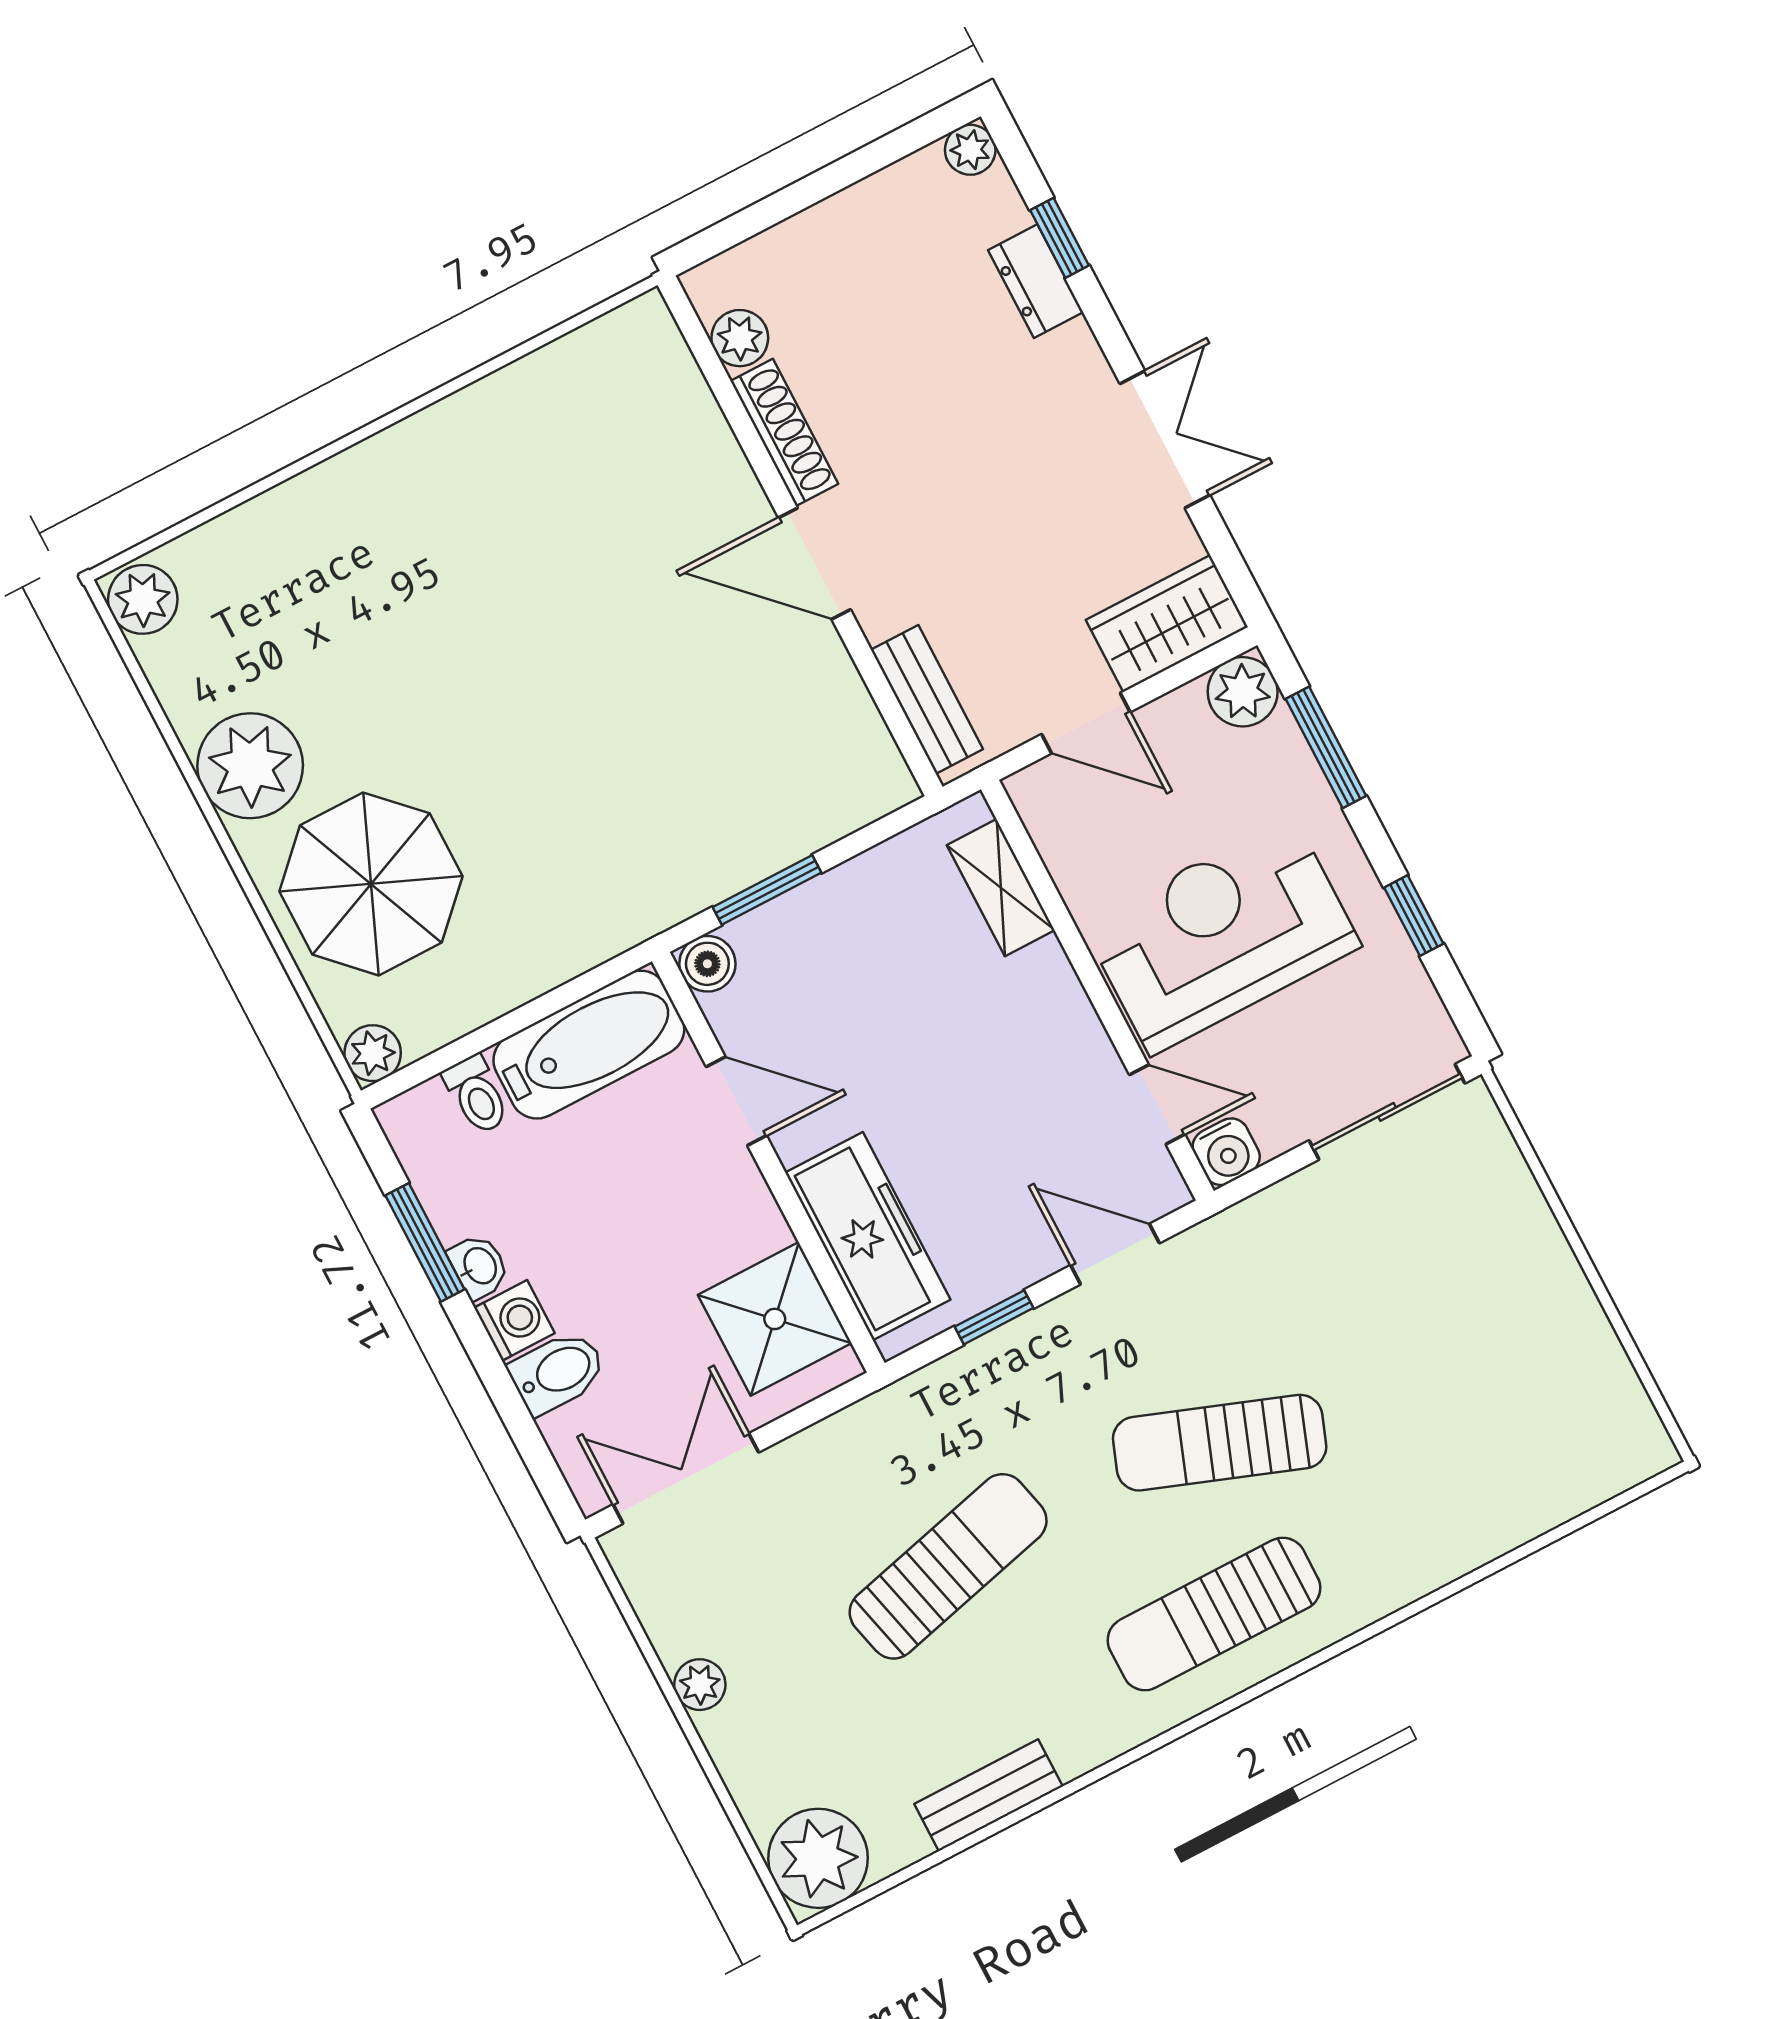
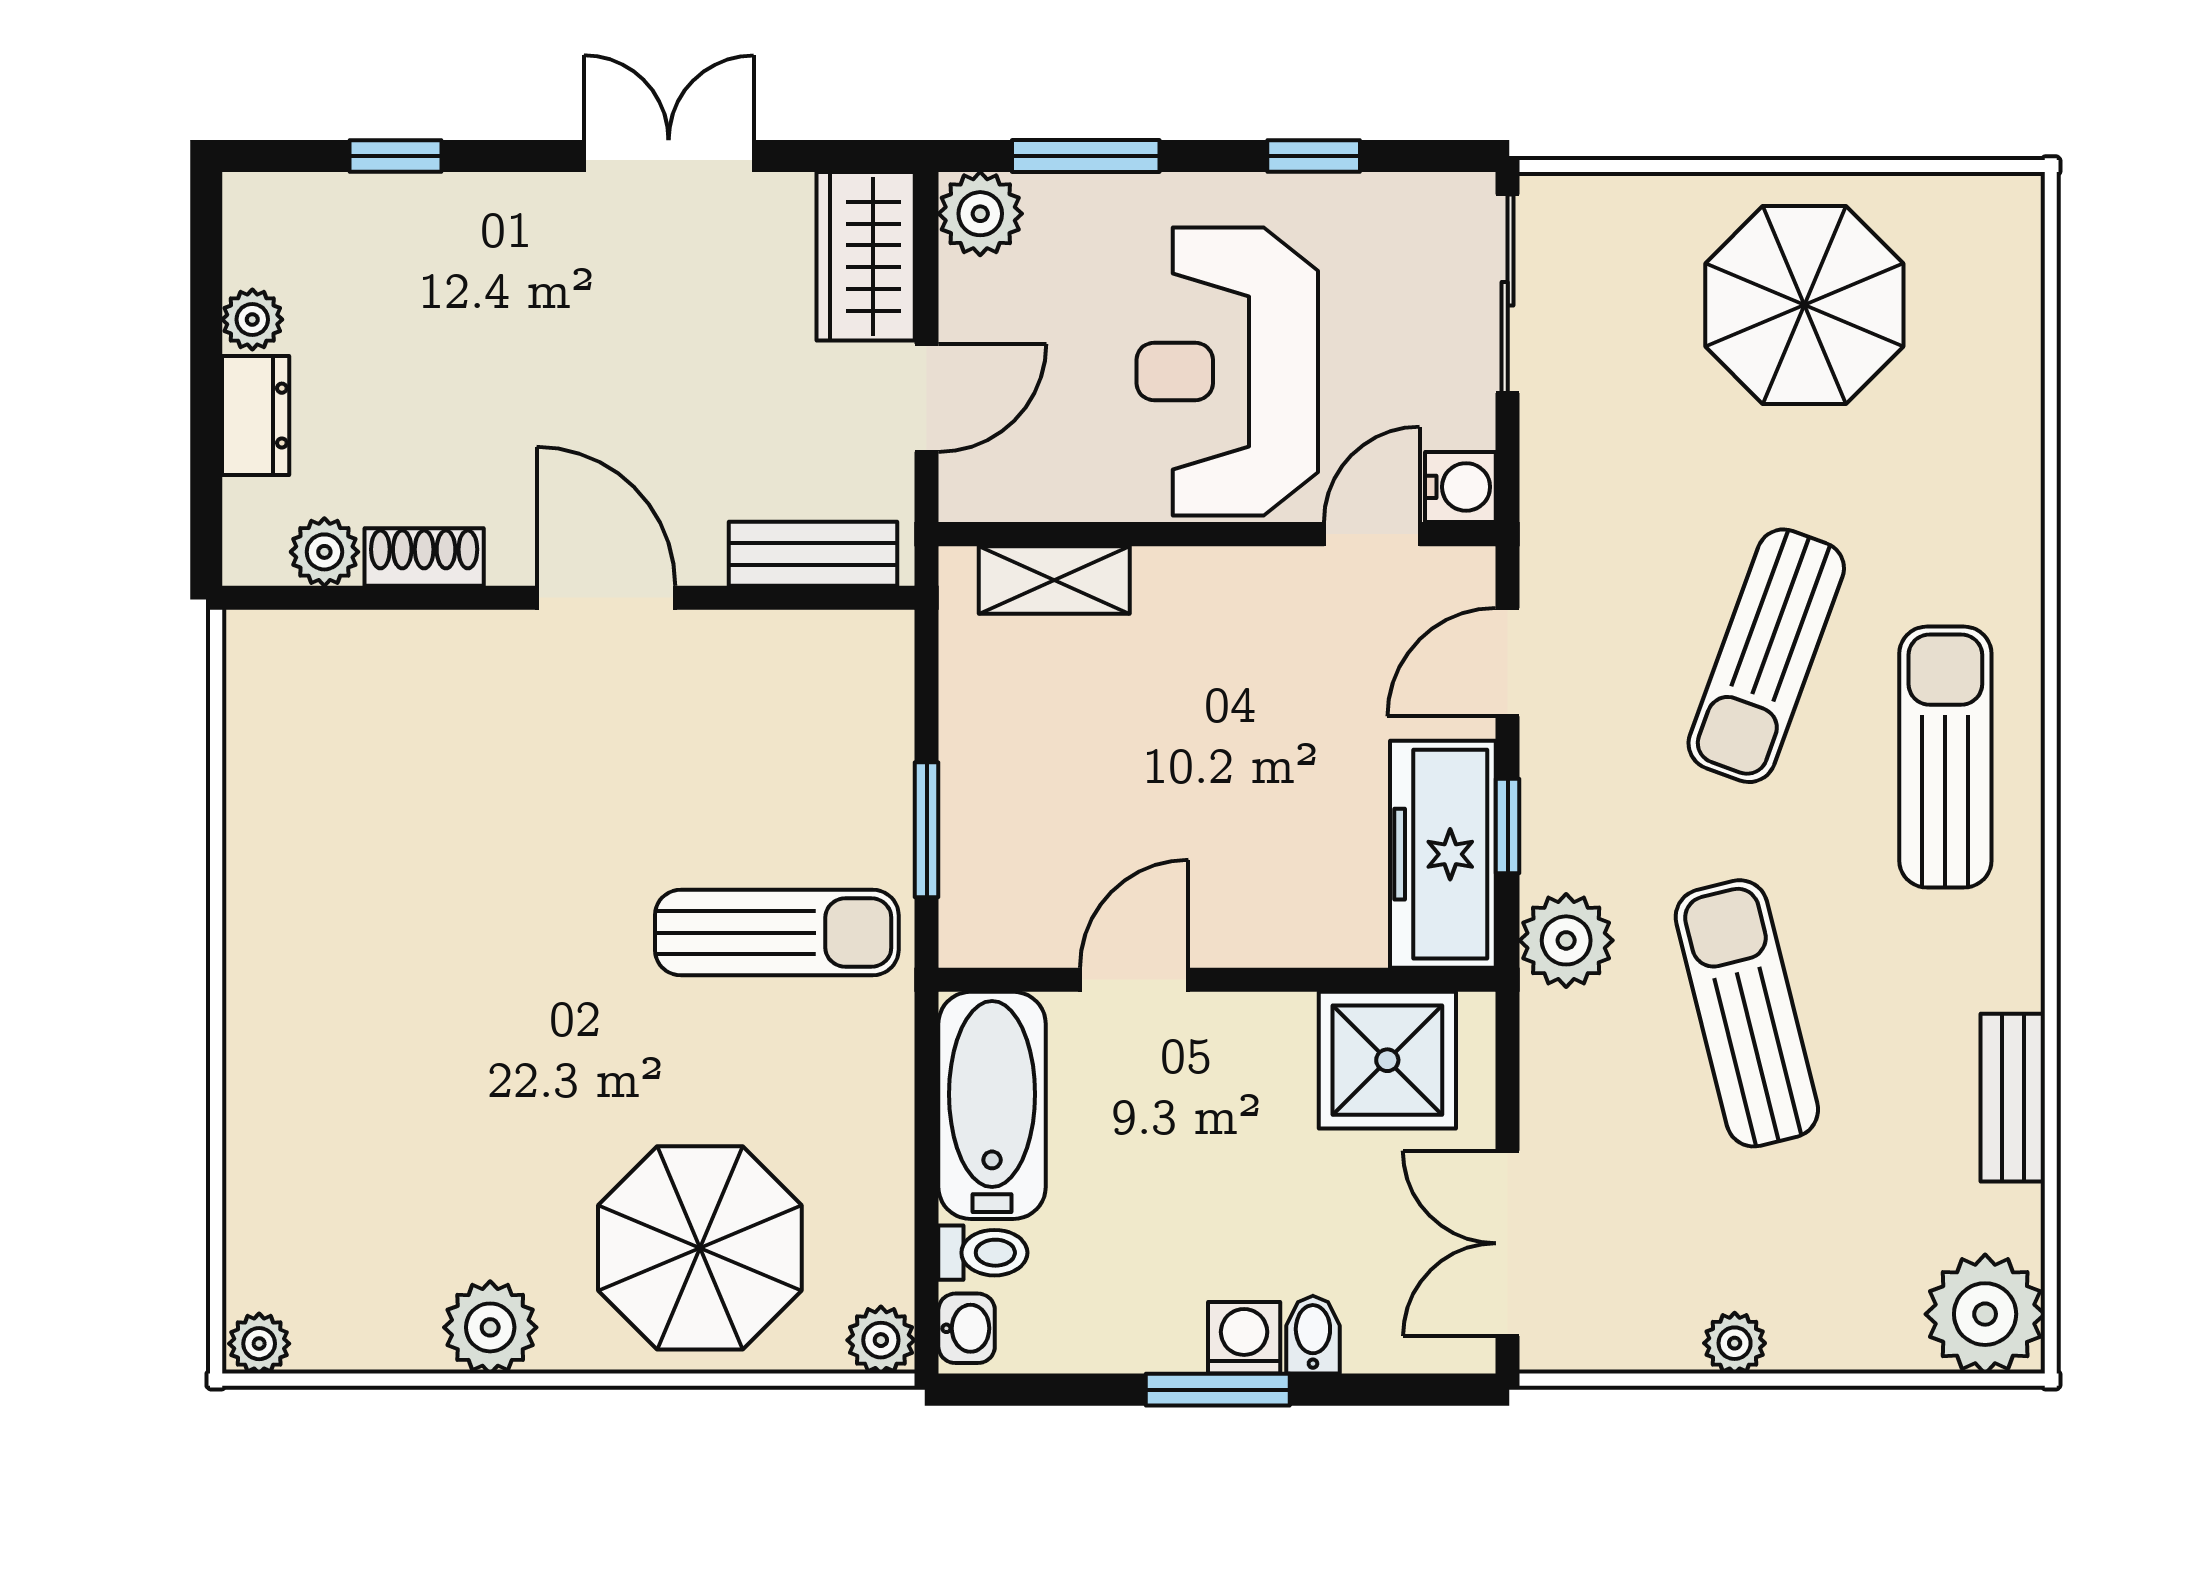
plant: (970, 150) -> (252, 320), moved
dresser: (1036, 281) -> (256, 416), moved, turned -90
shoe rack: (784, 432) -> (424, 557), width x0.70
door: (815, 564) -> (606, 598), swing flipped
plant: (143, 599) -> (259, 1344), width x0.73, depth x0.73
plant: (250, 766) -> (490, 1327), width x0.73, depth x0.73
sun lounger: (633, 819) -> (777, 933), added
boiler: (707, 964) -> (972, 934), removed
freezer: (868, 1236) -> (1443, 854), moved, turned -90
window: (425, 1242) -> (1218, 1390), moved
washbasin: (479, 1266) -> (967, 1328), moved, turned 90
parasol: (1493, 1335) -> (1804, 305), added
bidet: (558, 1372) -> (1313, 1335), width x0.72, depth x0.74
plant: (932, 1405) -> (1566, 940), added
sun lounger: (1214, 1614) -> (1945, 757), turned 180

